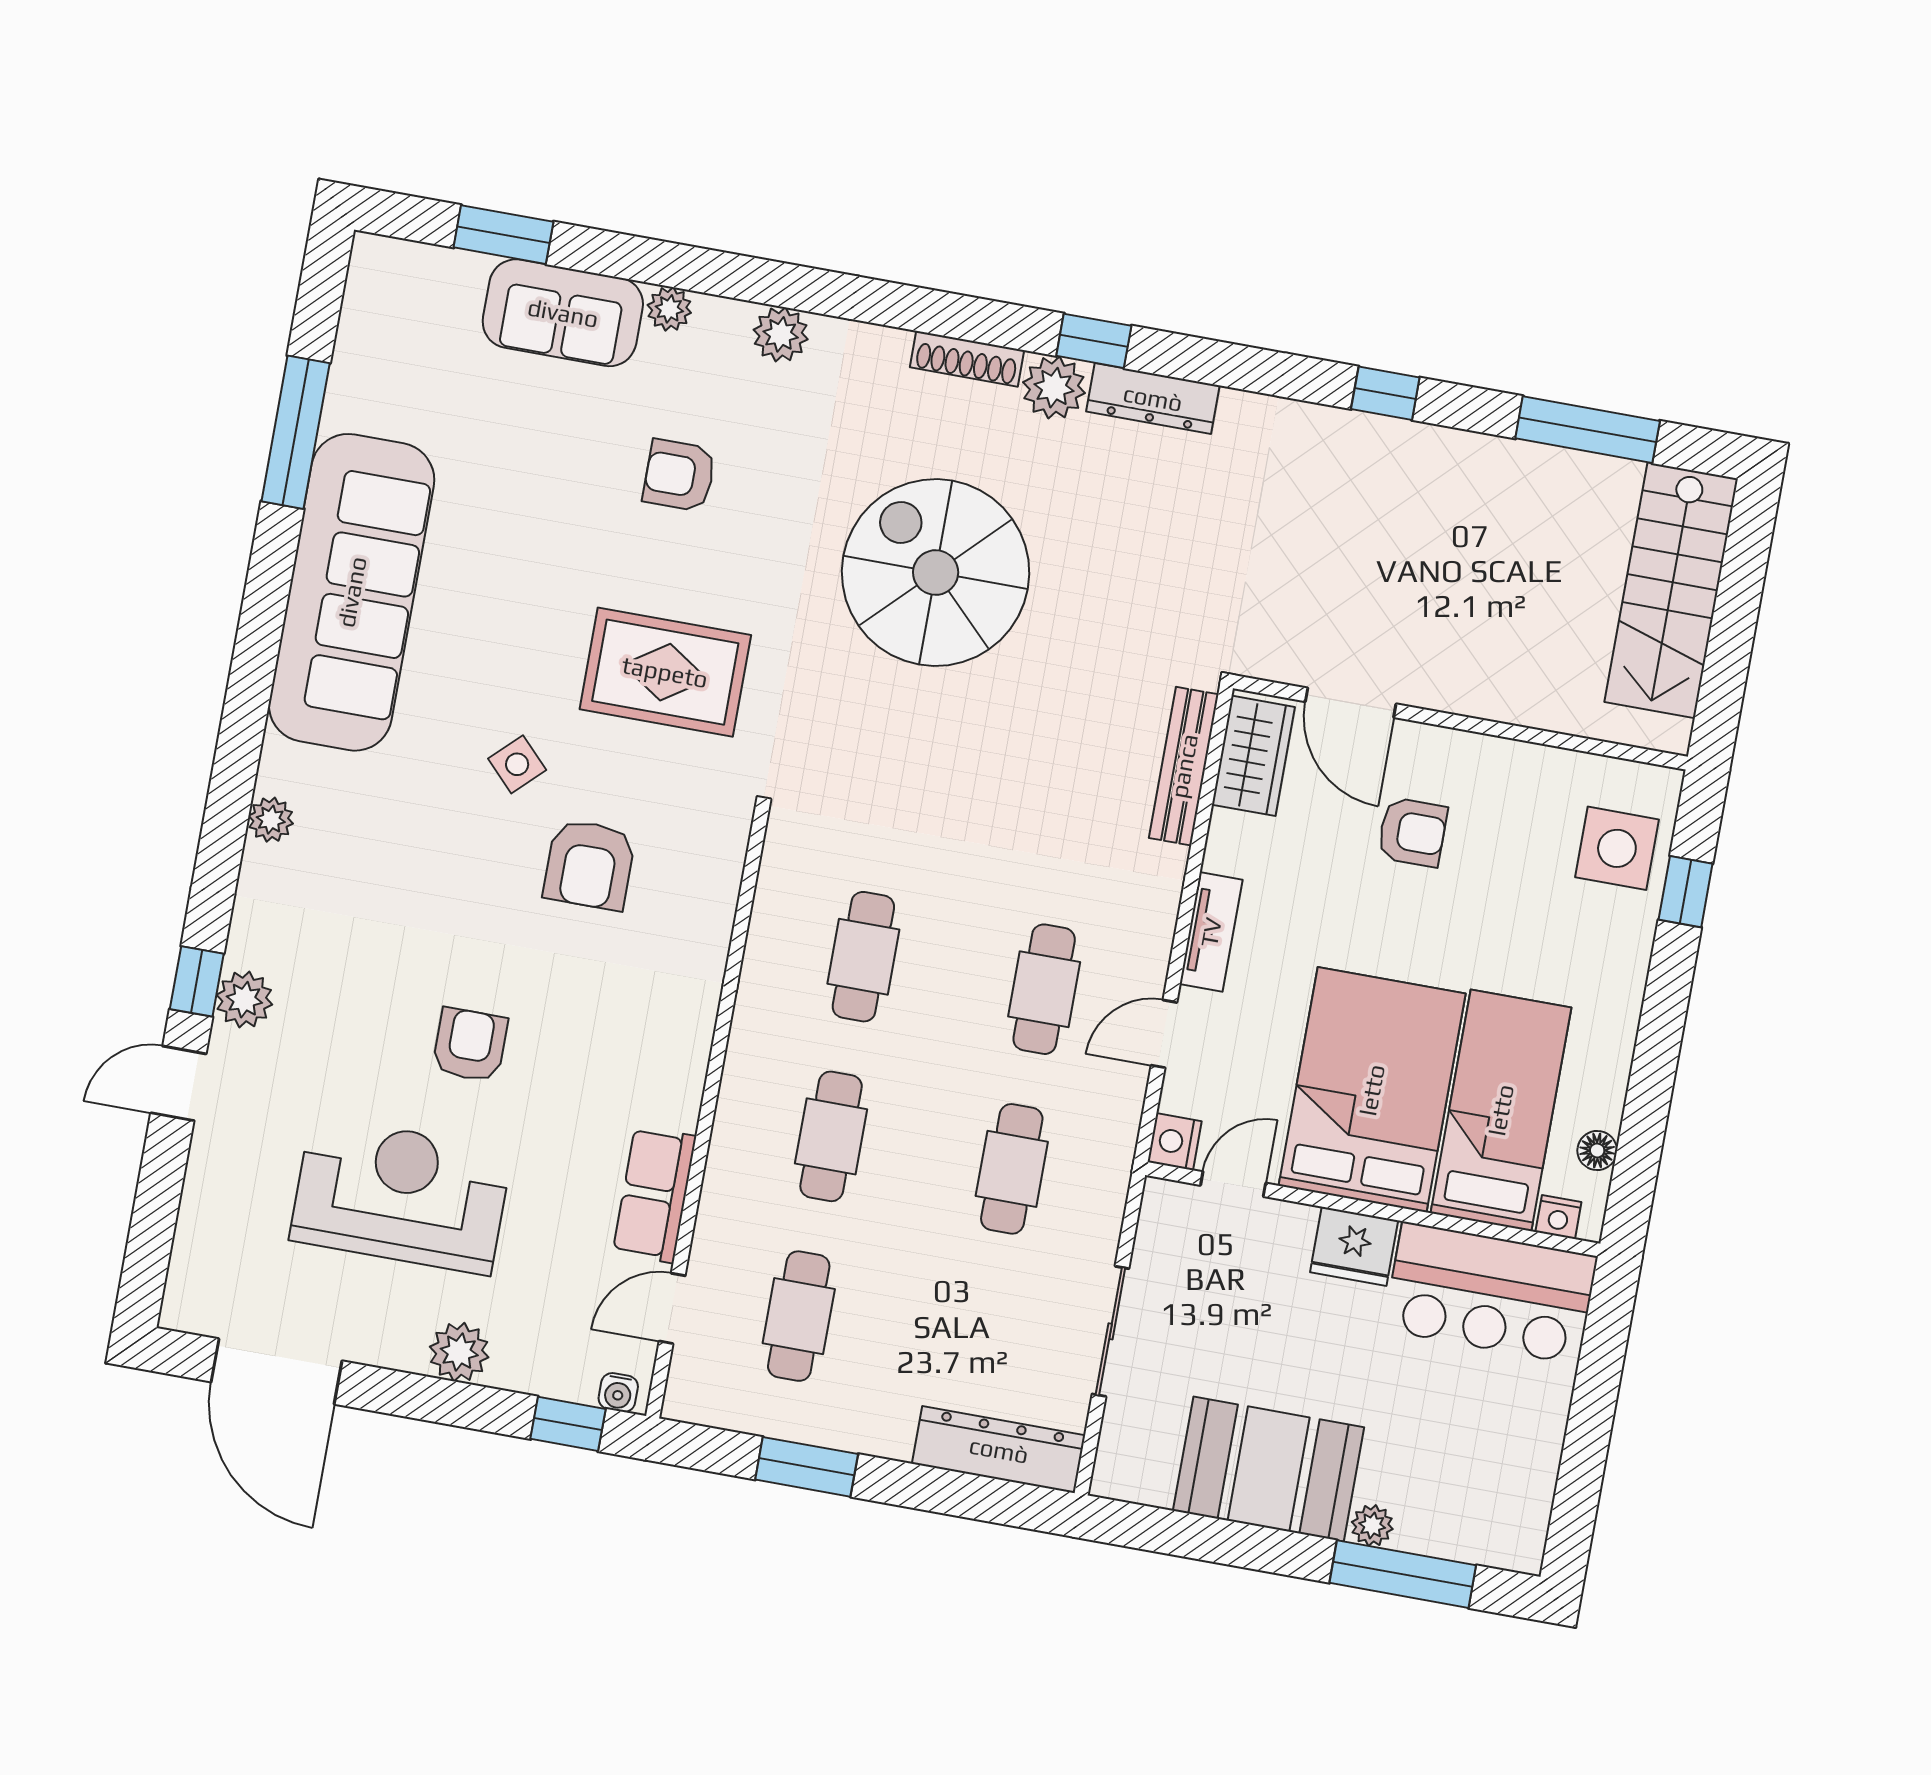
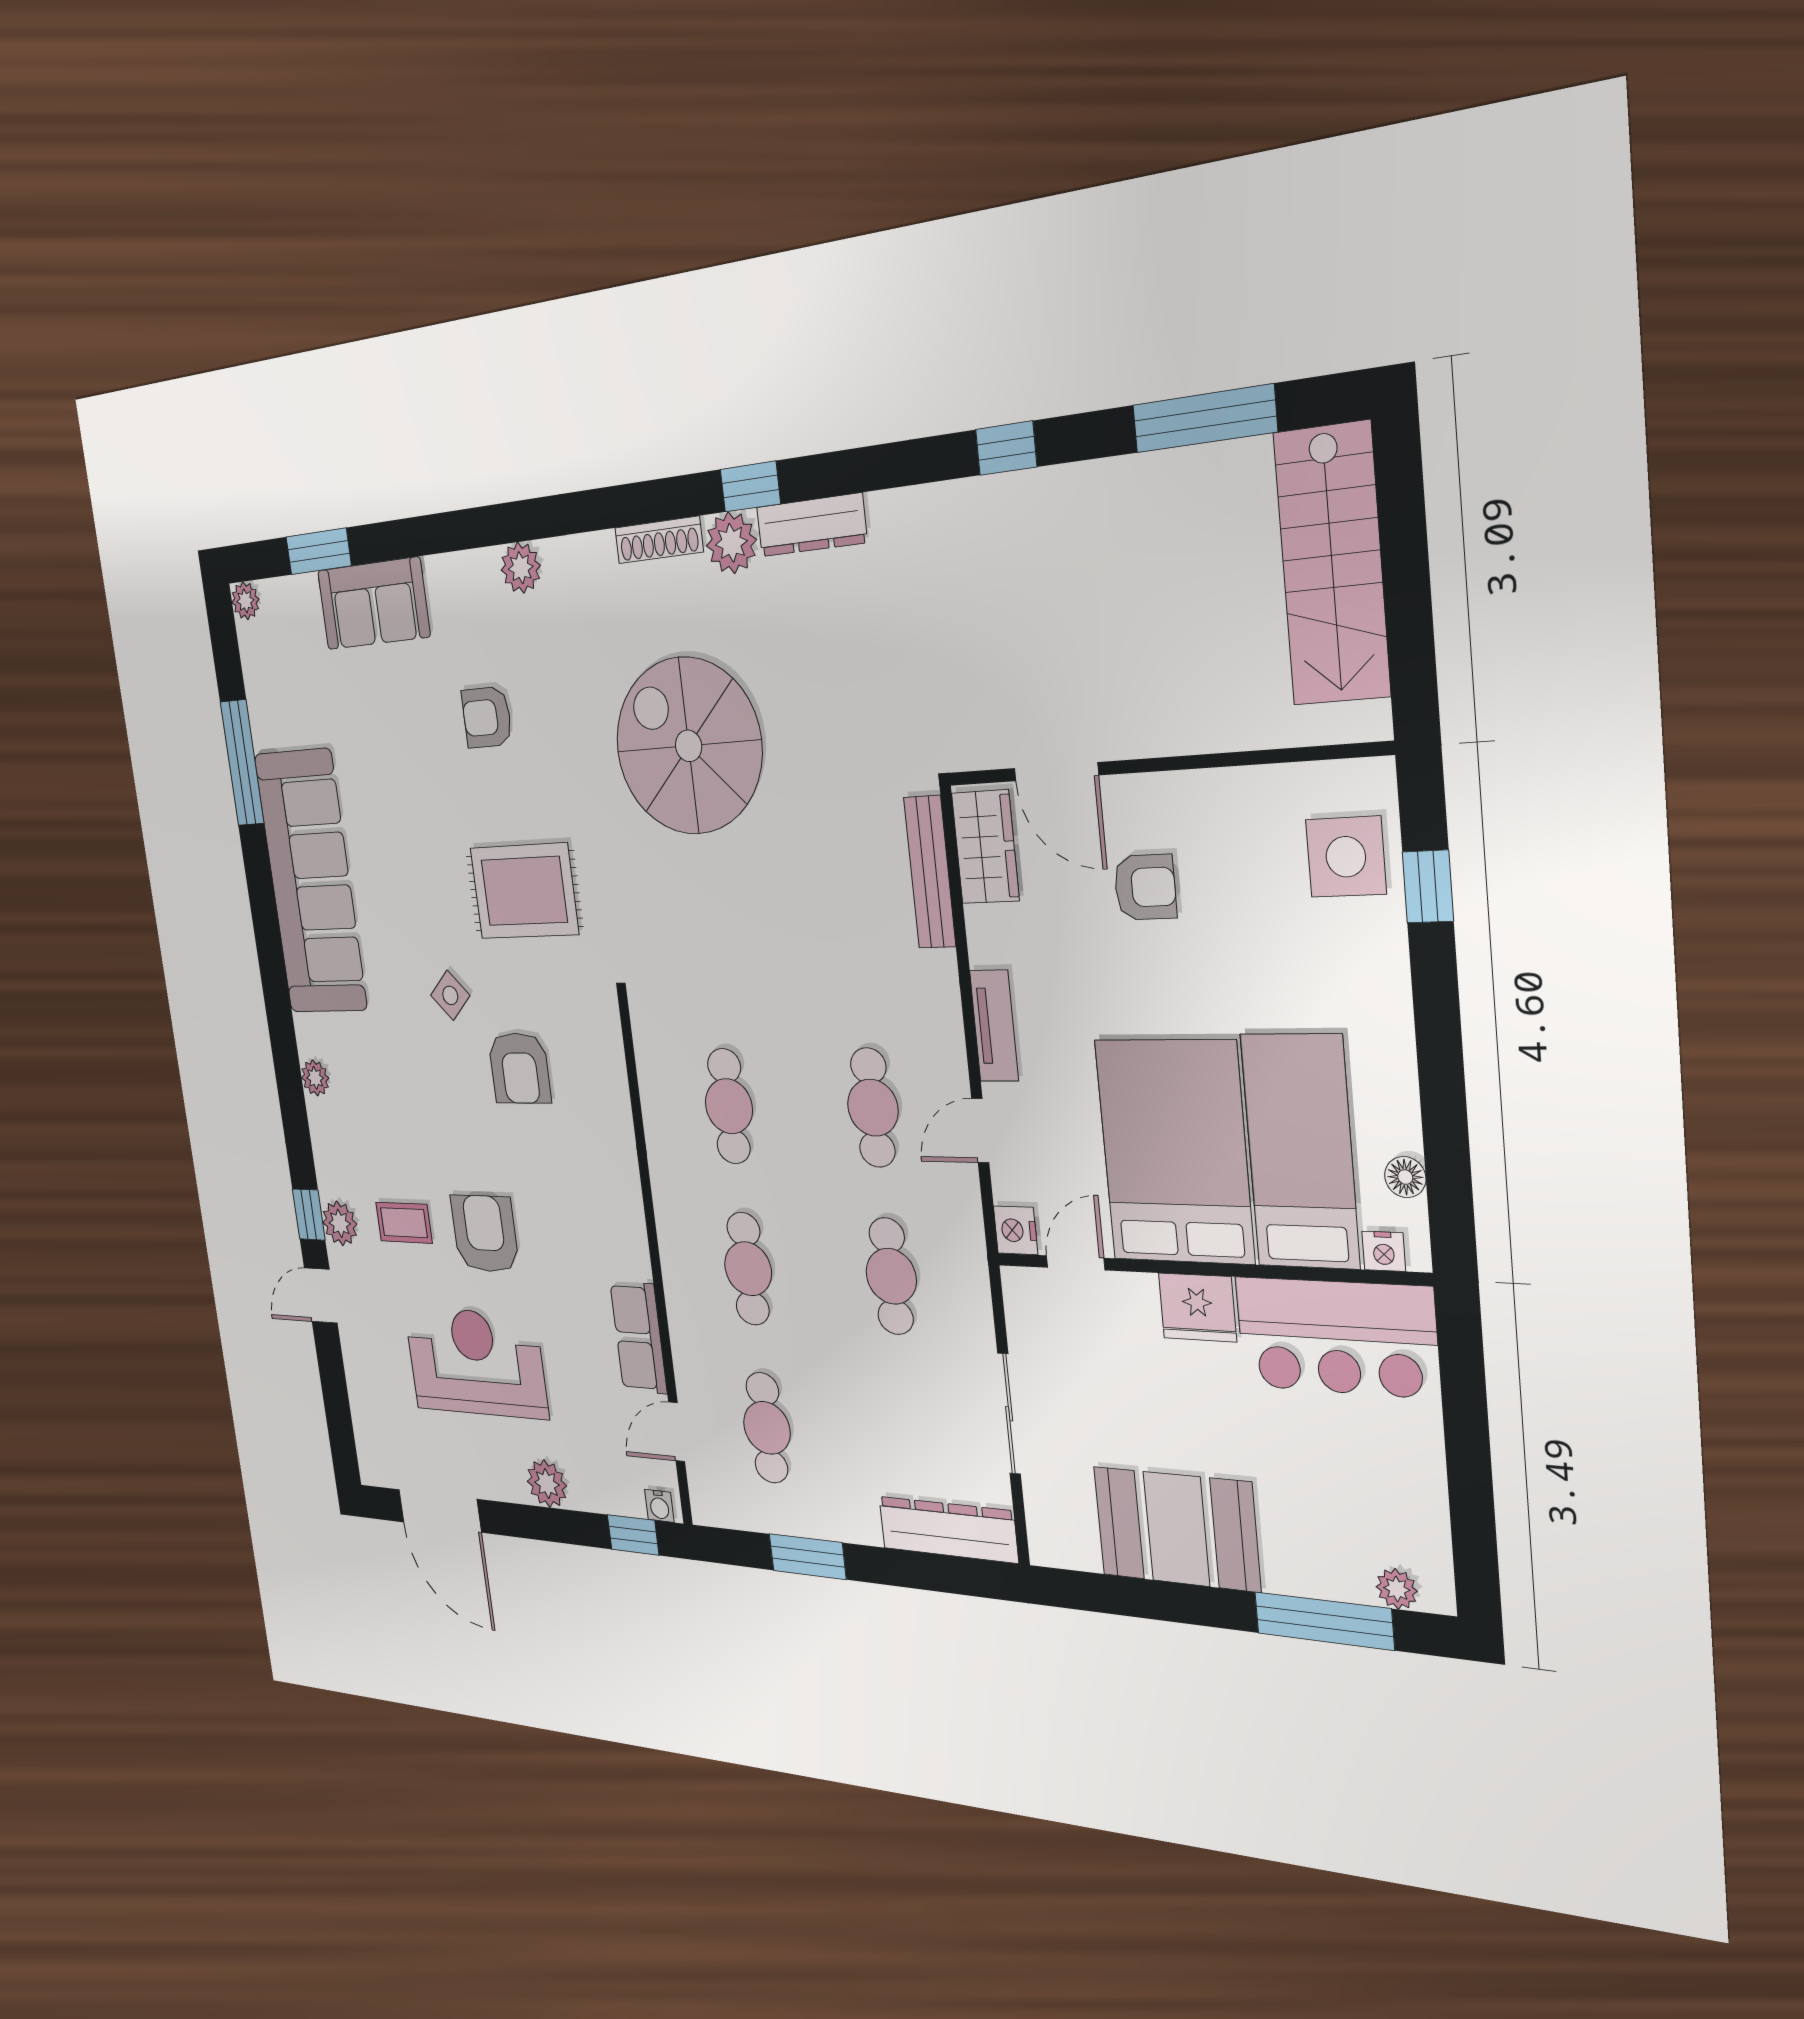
plant: (669, 309) -> (245, 601), moved
coffee table: (349, 1014) -> (404, 1223), added
armchair: (470, 1045) -> (485, 1234), width x1.38, depth x1.38
plant: (1372, 1525) -> (1397, 1589), moved

